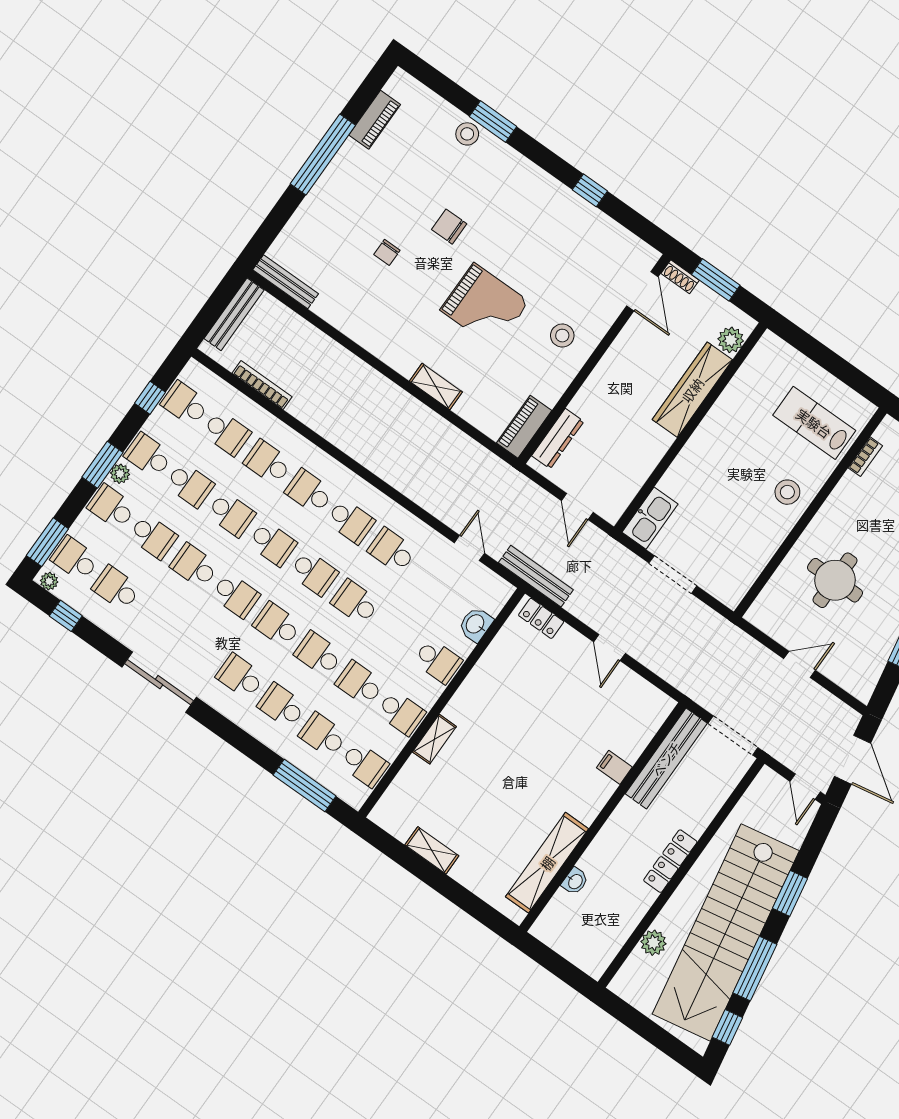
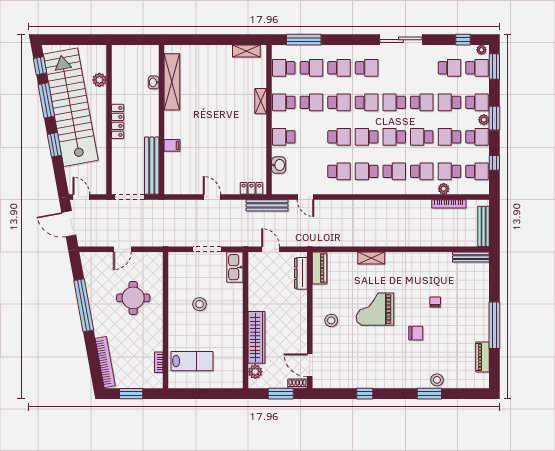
plant: (254, 413) -> (444, 189), added
stool: (787, 492) -> (200, 304), moved
shelving: (432, 850) -> (246, 51), moved

